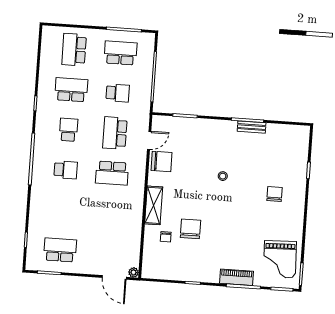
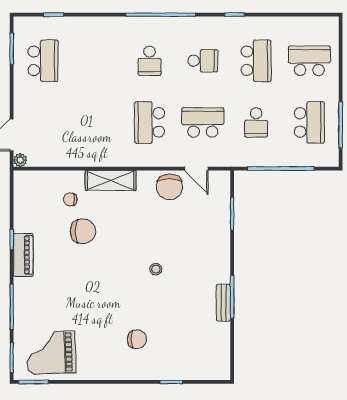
piano: (236, 277) -> (23, 255), moved

